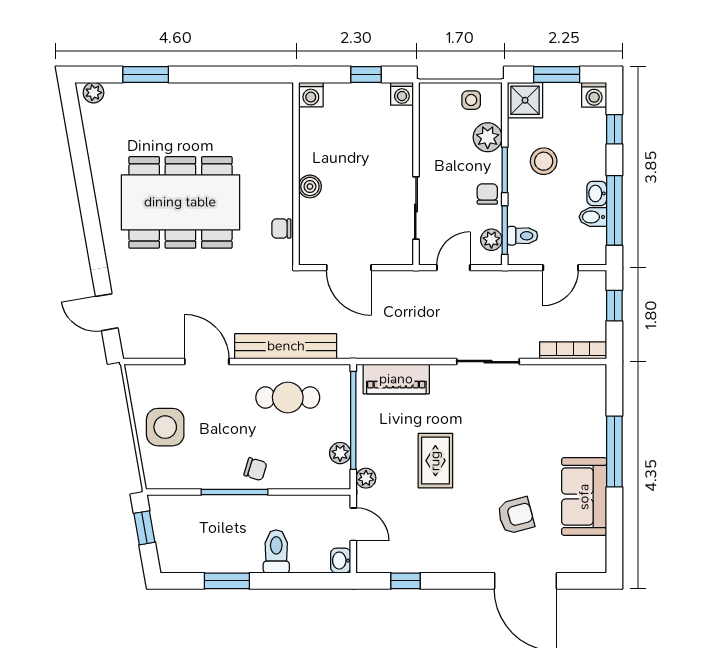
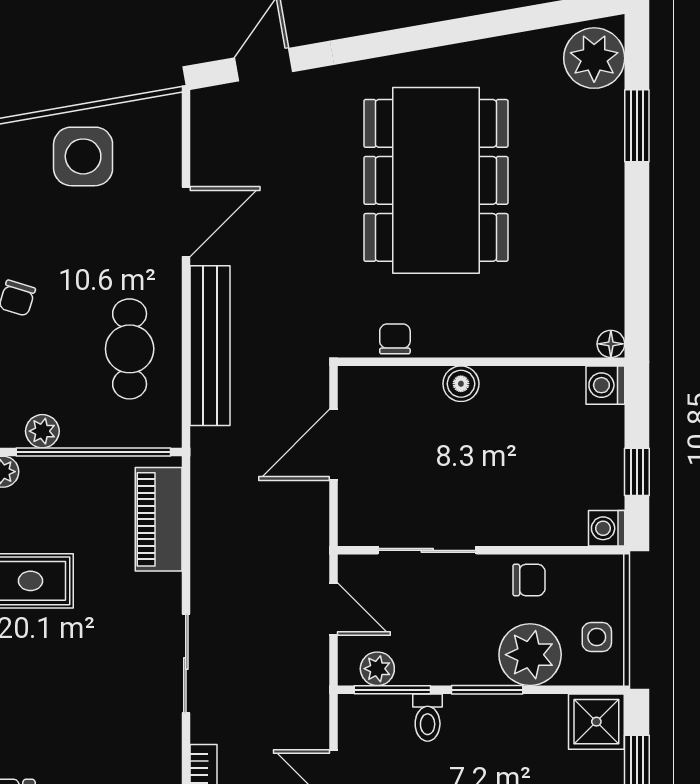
floor lamp: (285, 91) -> (611, 344), added
plant: (94, 93) -> (594, 58), width x1.88, depth x1.88
plant: (488, 137) -> (530, 655), width x1.36, depth x1.36
stool: (544, 161) -> (501, 751), removed
chair: (487, 194) -> (529, 580), moved
toilet: (522, 236) -> (428, 718), moved

